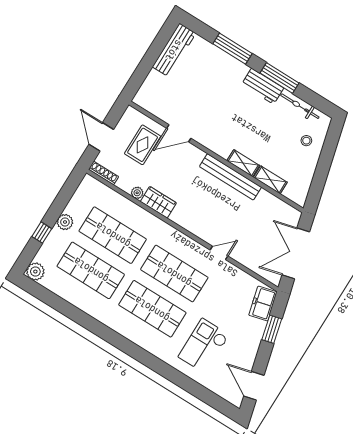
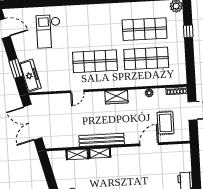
wardrobe: (158, 202) -> (116, 97), moved
plant: (65, 222) -> (179, 47), removed
double door: (296, 253) -> (33, 122), swing flipped
freezer: (263, 304) -> (30, 76), width x1.40
shop shelf: (152, 309) -> (93, 32), removed
checkout: (204, 346) -> (49, 31), turned 180

